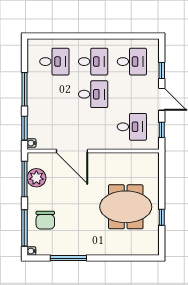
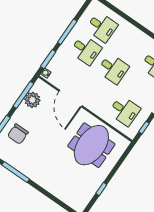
desk: (93, 62) -> (86, 50), moved
meeting table: (126, 207) -> (91, 145), moved, turned 90

